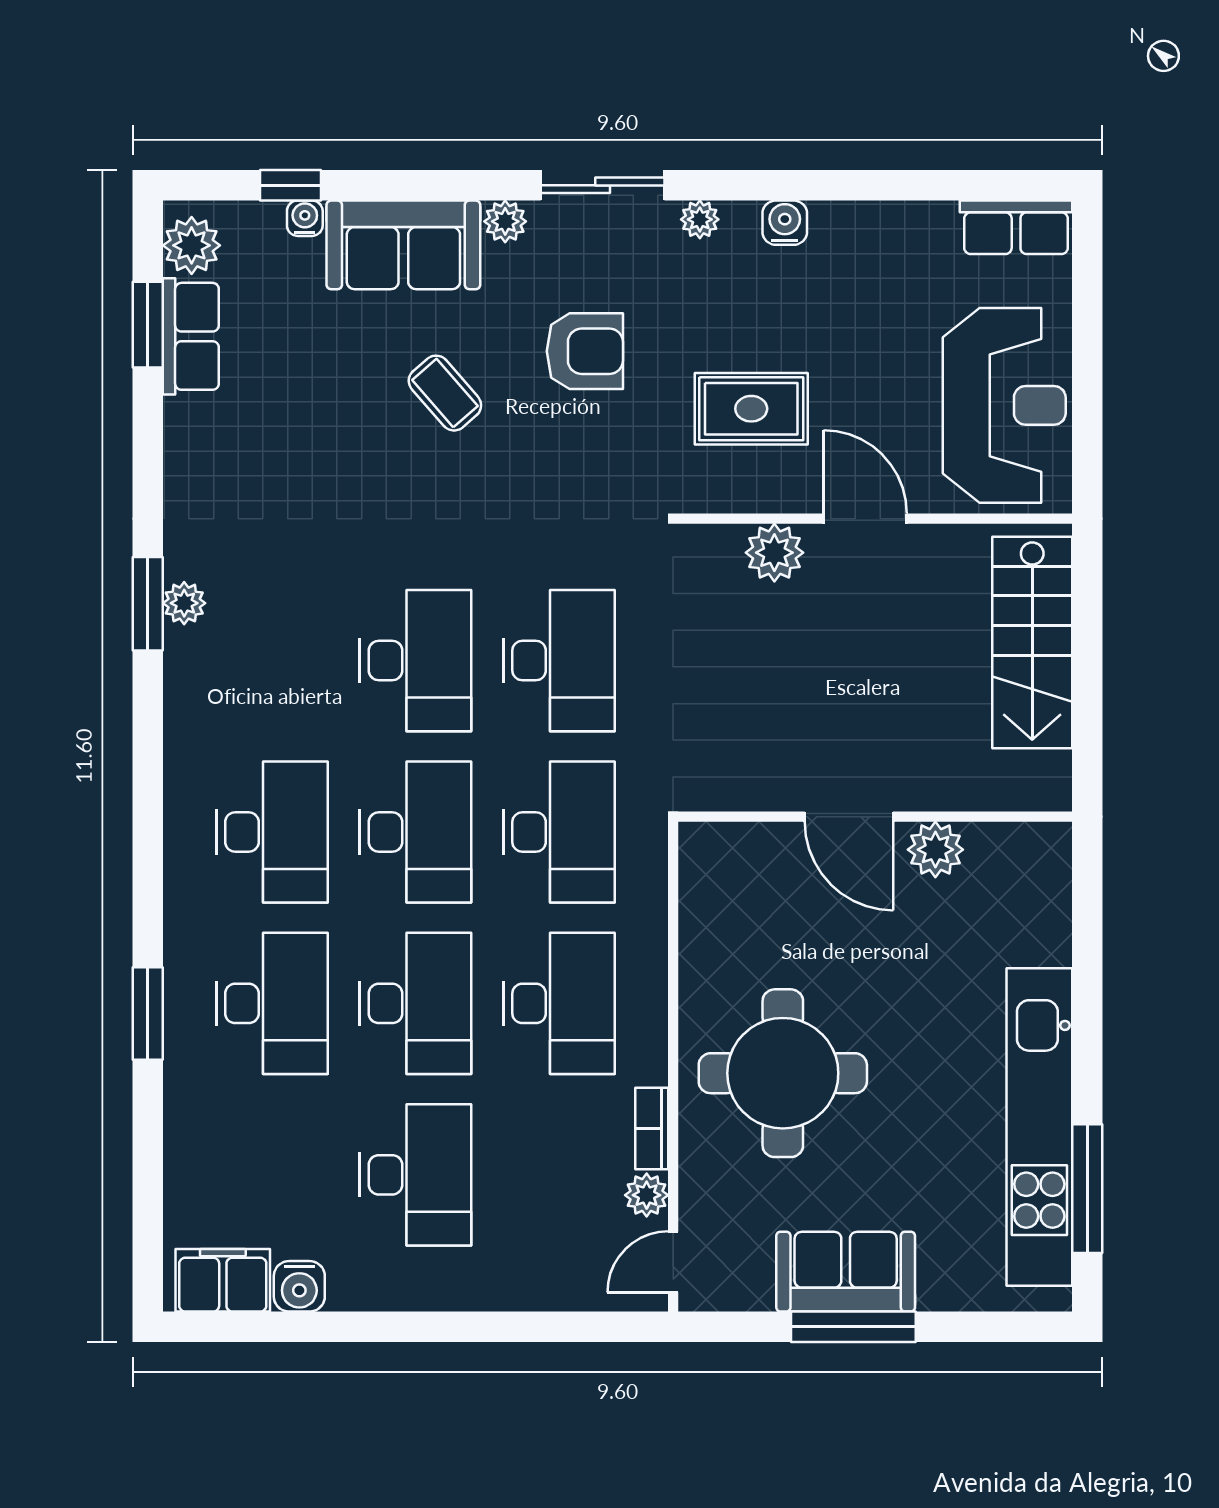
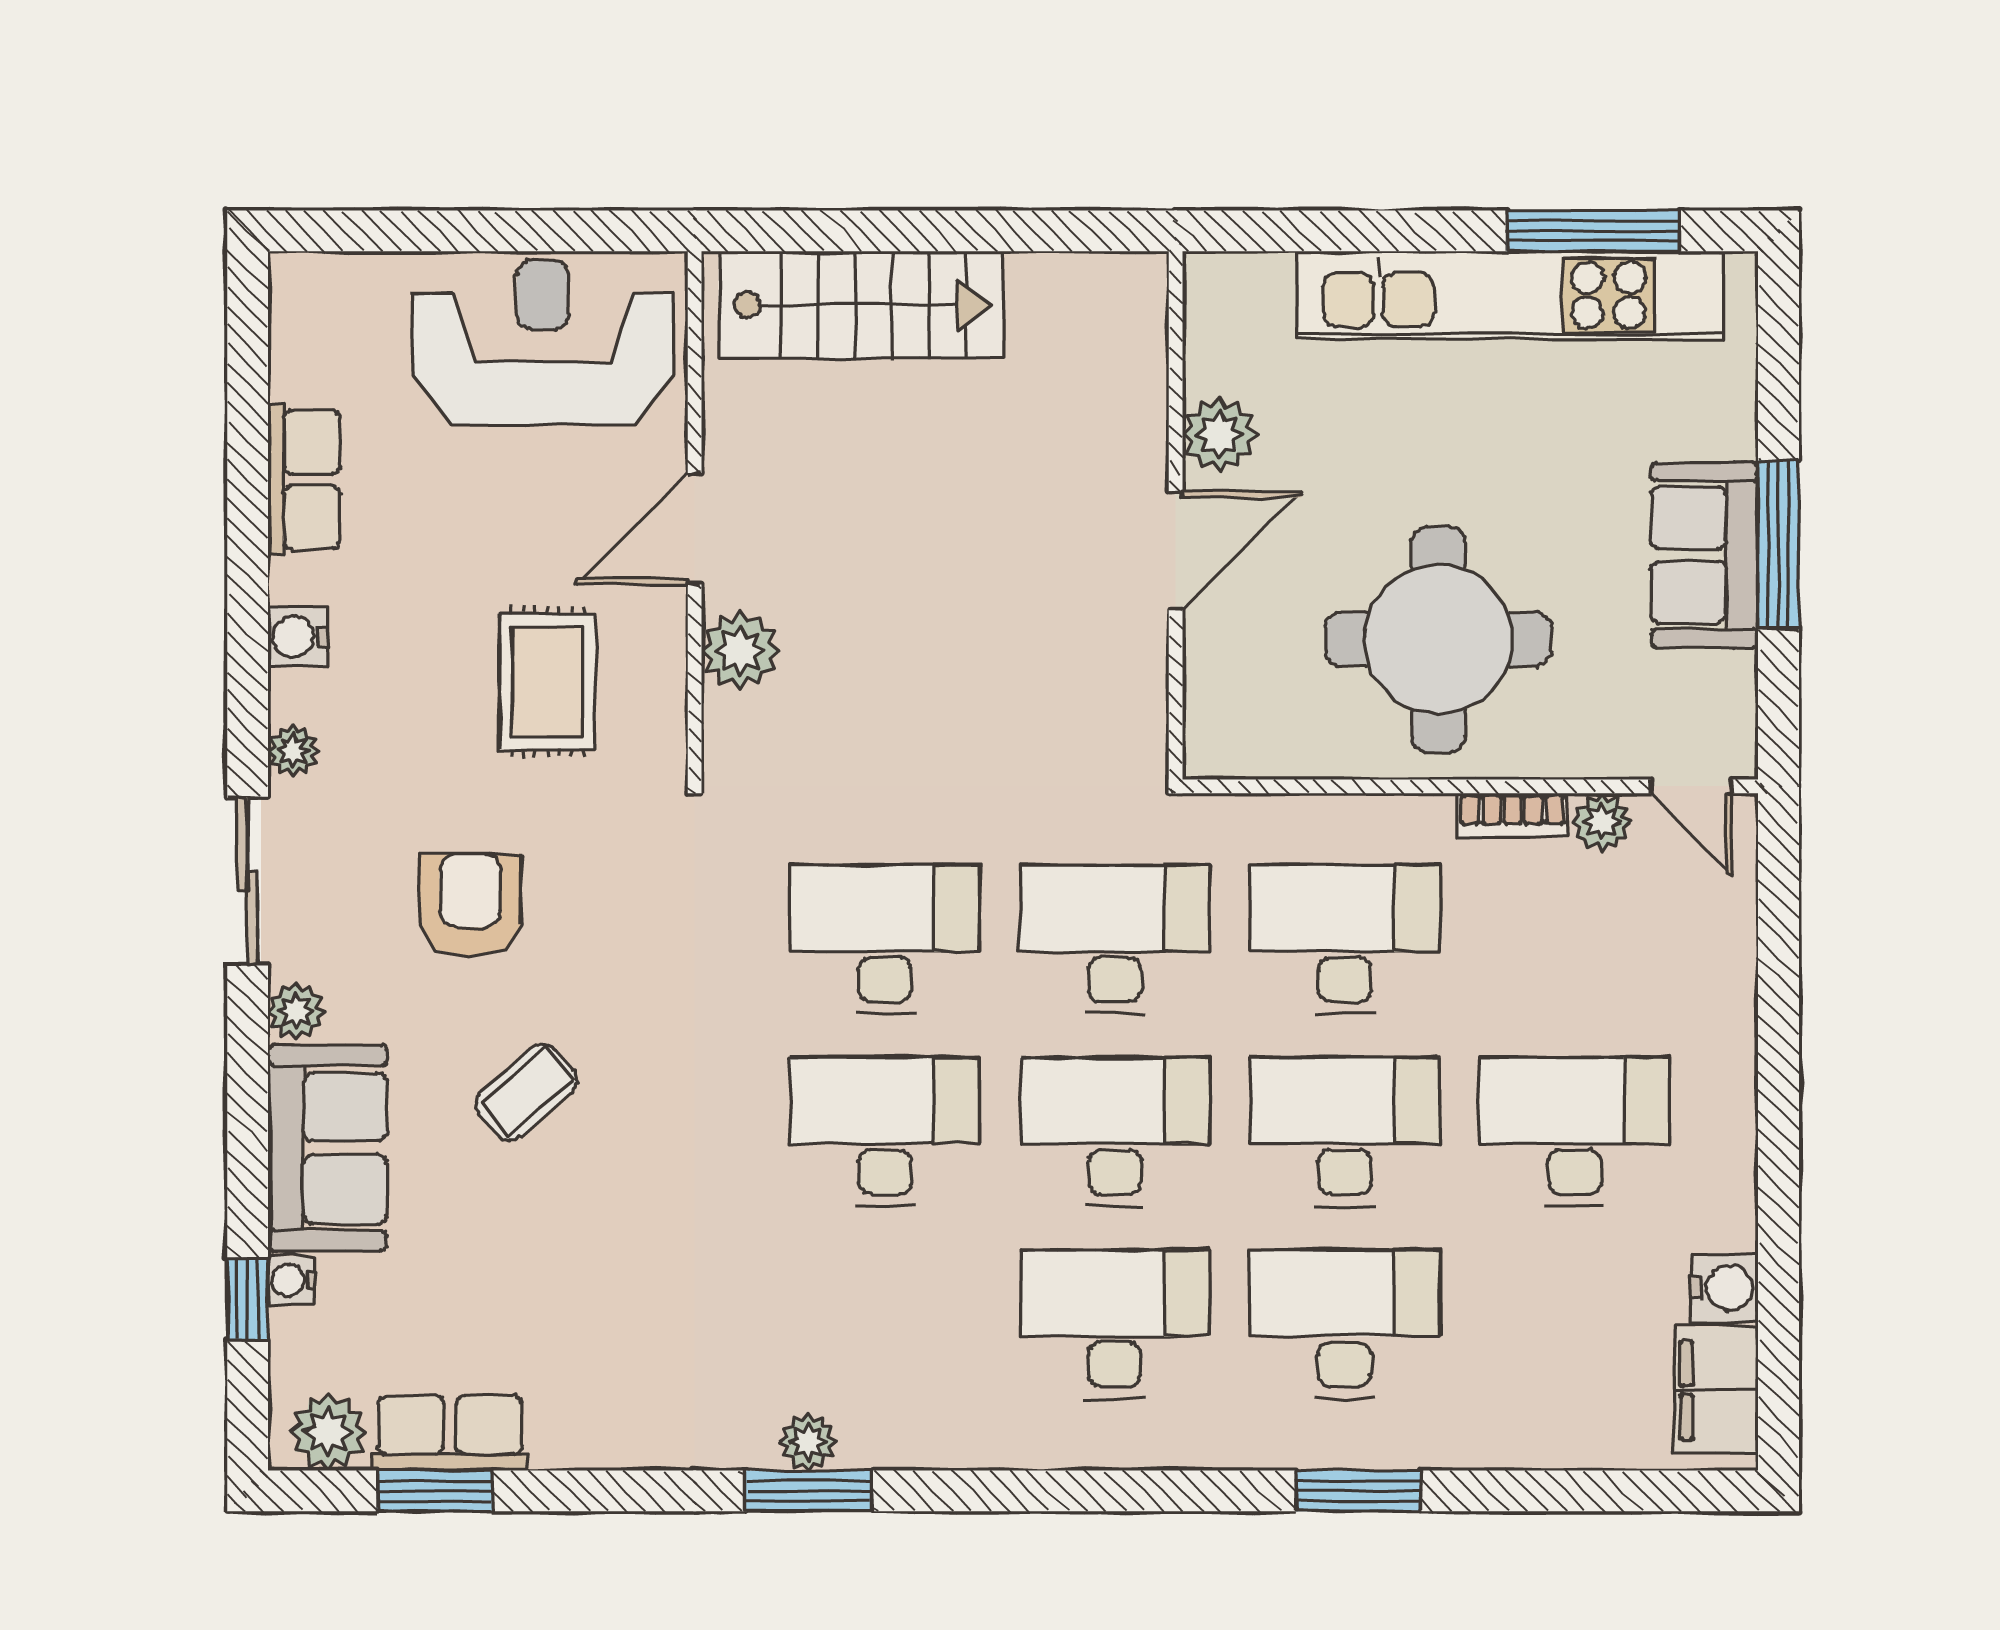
row of seats: (1016, 227) -> (304, 480), moved
door: (849, 817) -> (1176, 551), moved
wall: (875, 817) -> (1176, 515), moved
plant: (935, 850) -> (1220, 435), moved

